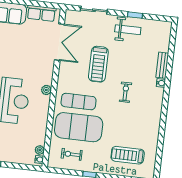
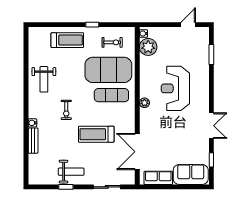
weight bench: (128, 30) -> (71, 172), turned 180
treadmill: (98, 64) -> (96, 134), turned -90
weight bench: (144, 125) -> (44, 79), added
plant: (40, 150) -> (148, 47), width x1.88, depth x1.88
treadmill: (128, 155) -> (67, 40), moved

